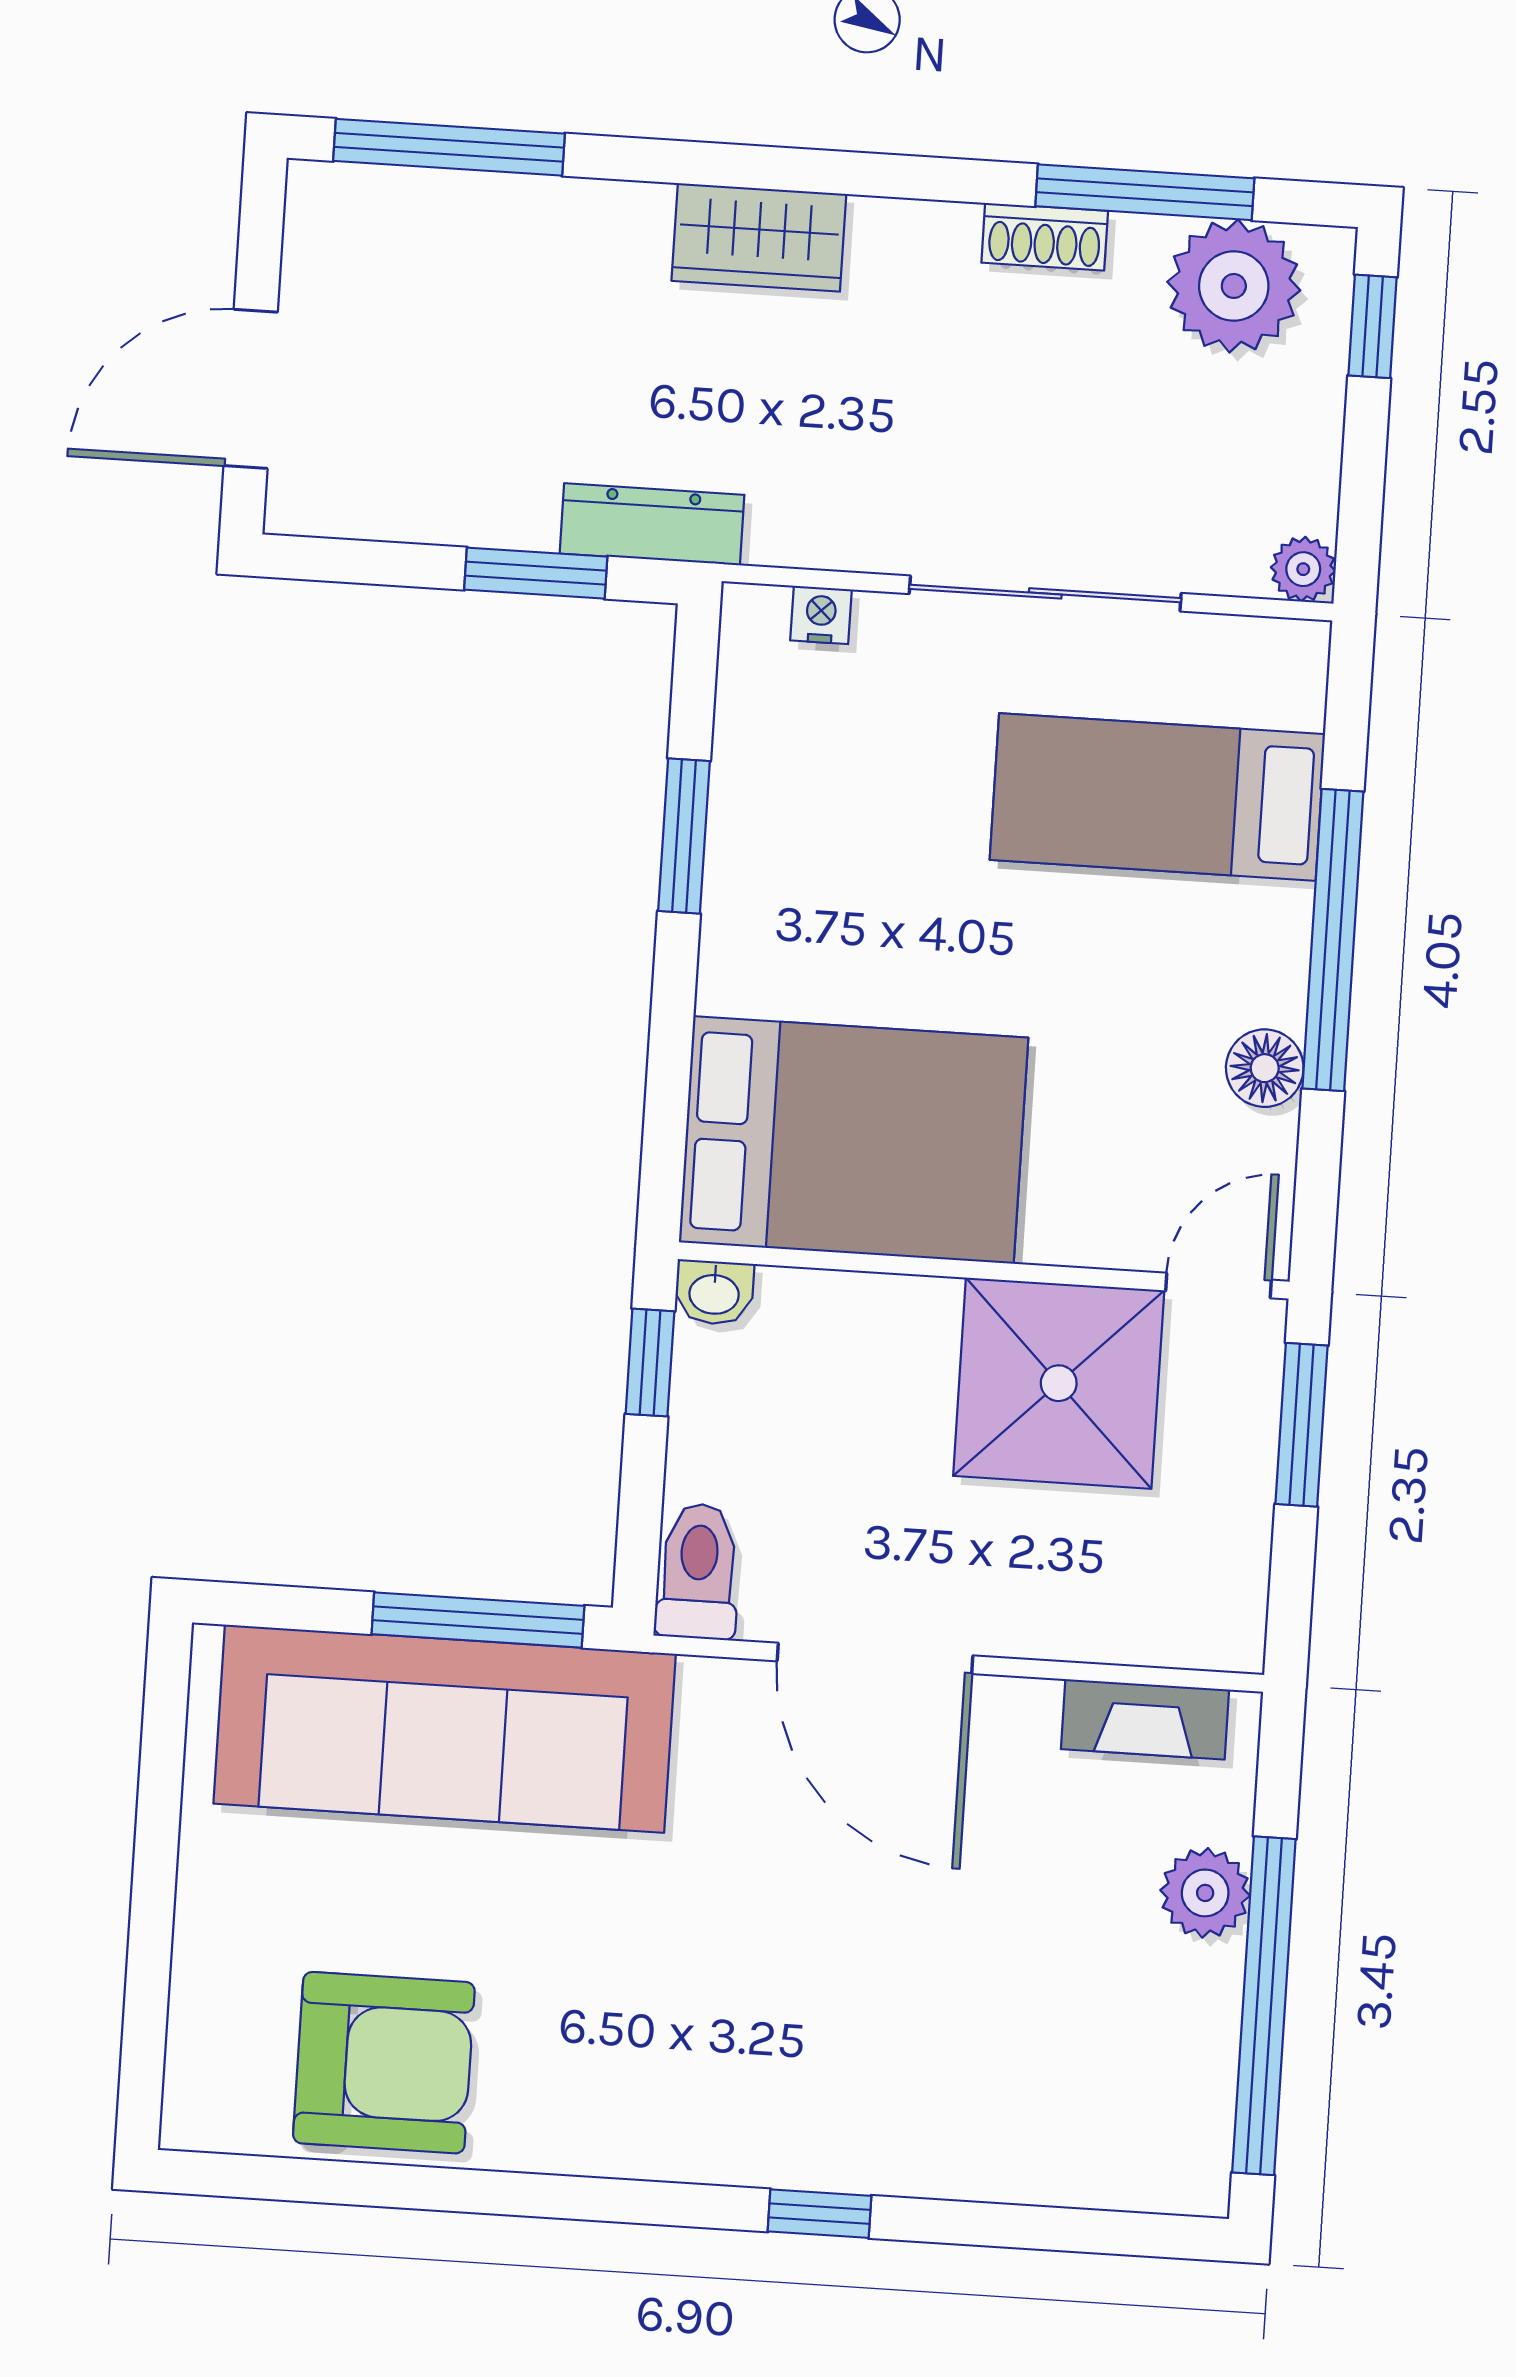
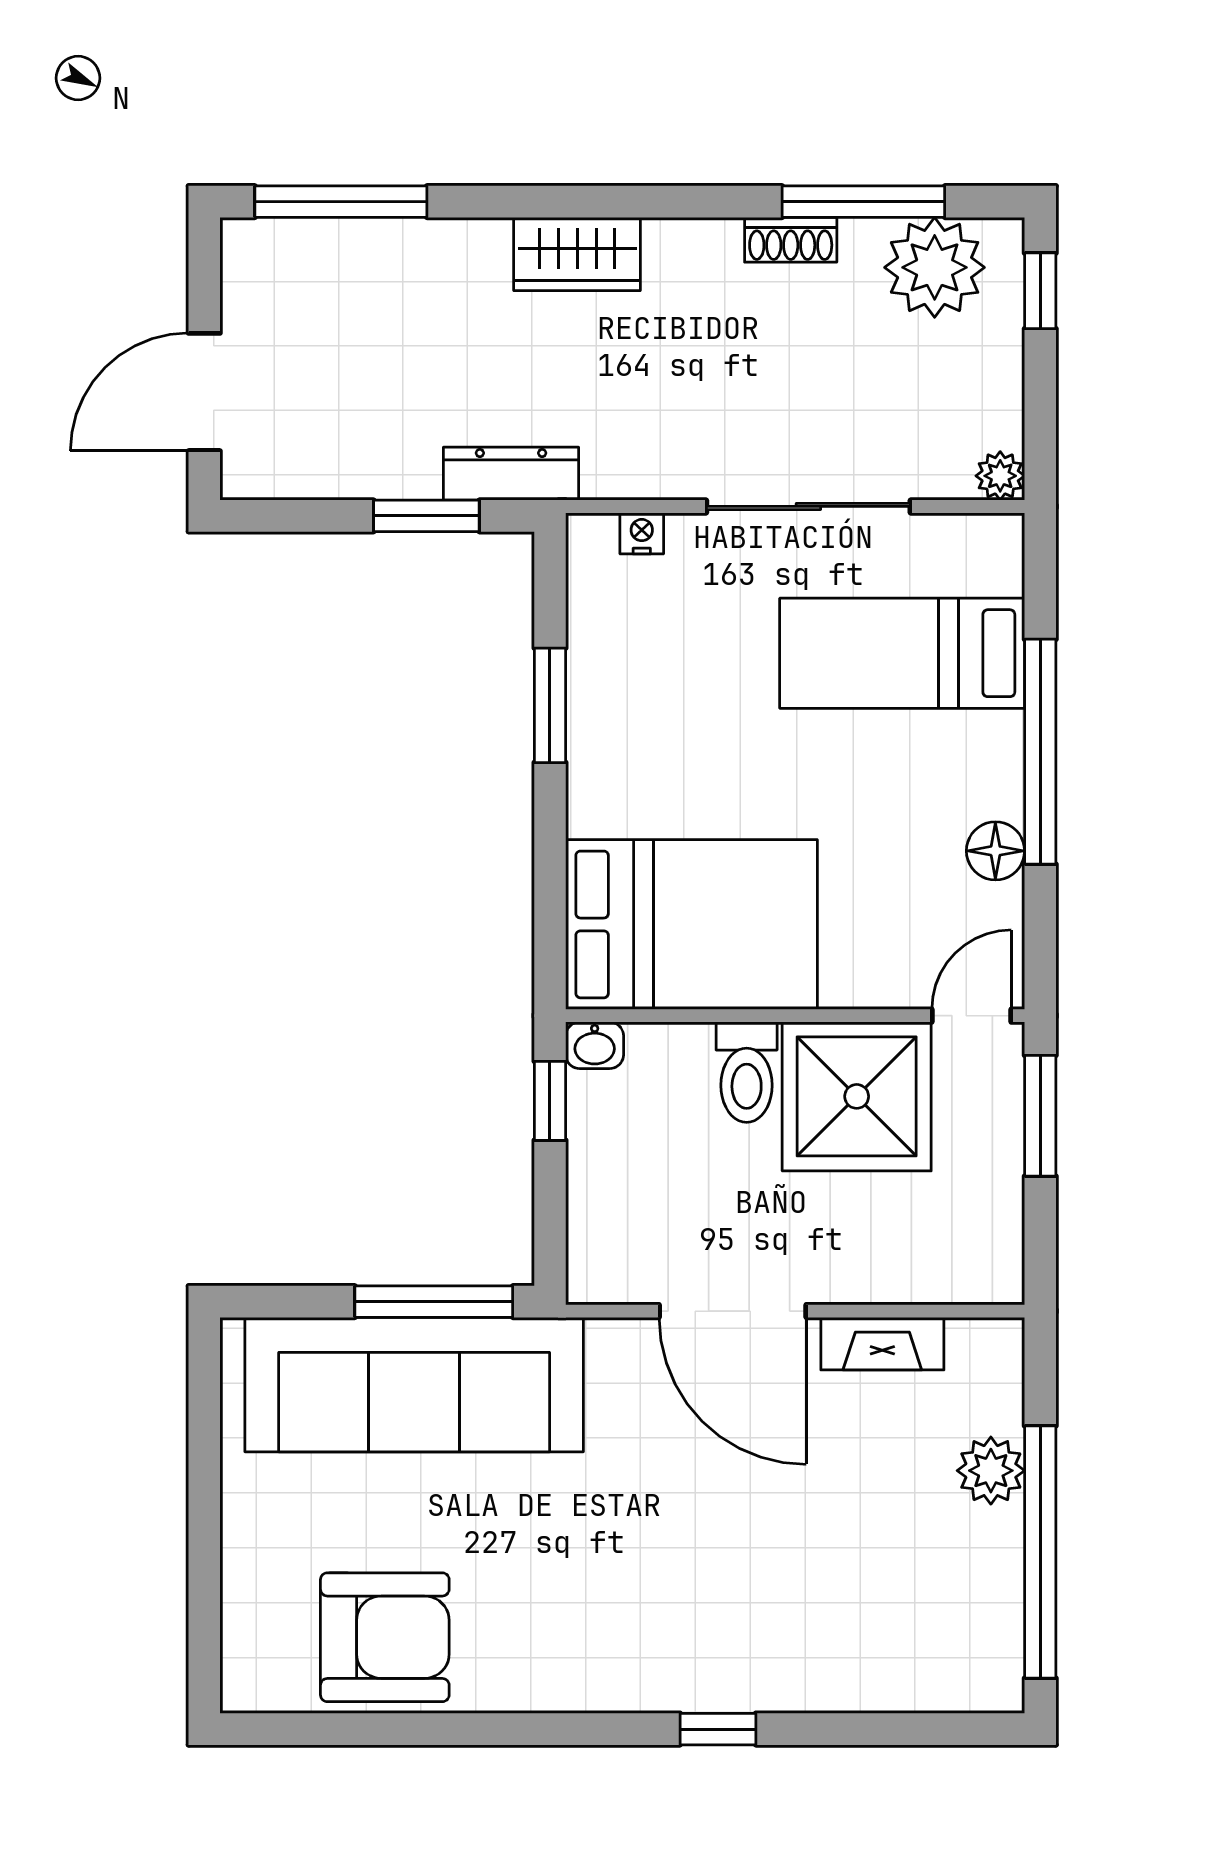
toilet: (698, 1571) -> (747, 1072), moved, turned 180
fireplace: (1145, 1719) -> (882, 1344), moved

